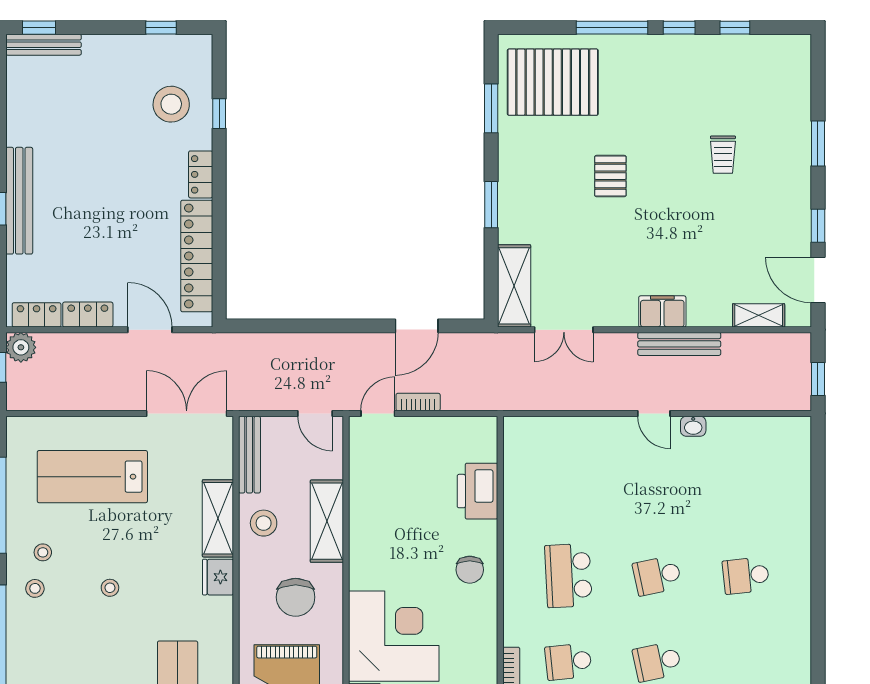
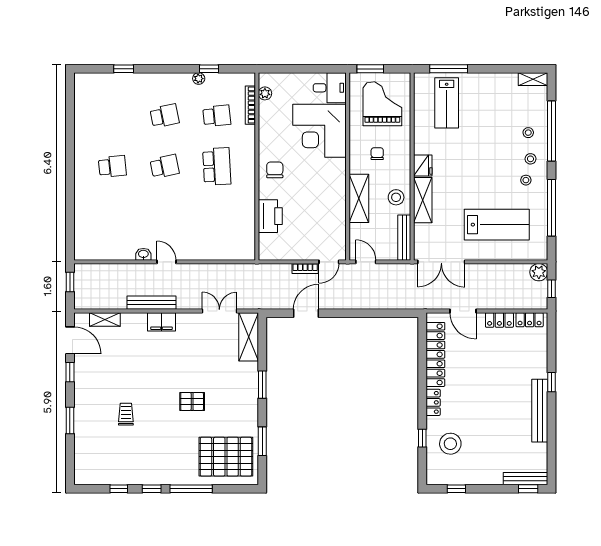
pallet: (610, 176) -> (192, 401), turned 90
bench: (19, 201) -> (540, 411), moved
plant: (21, 347) -> (539, 272), moved
stool: (110, 588) -> (528, 133), moved
chair: (296, 597) -> (377, 154), width x0.54, depth x0.54

